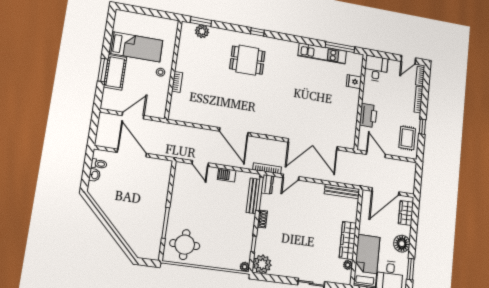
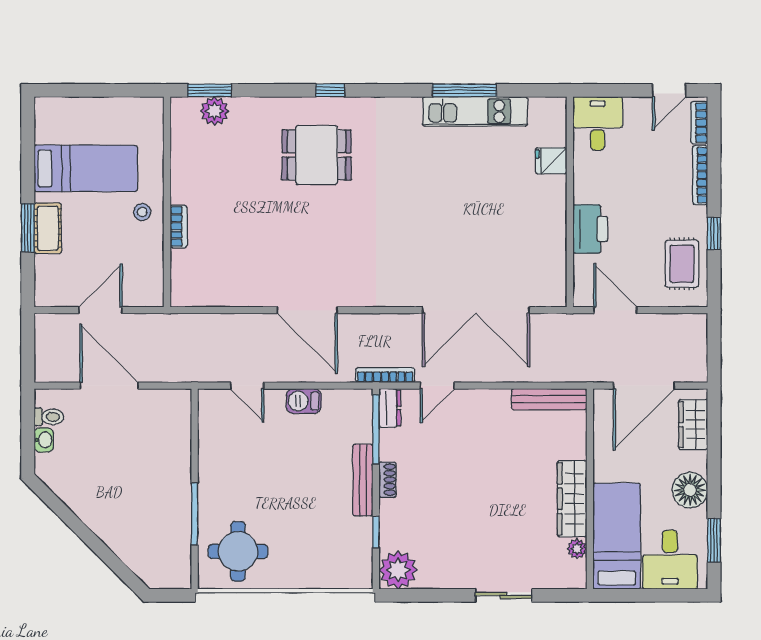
window: (340, 47) -> (465, 90), moved
cot: (115, 72) -> (48, 228), width x0.73, depth x0.75
bench: (253, 196) -> (363, 480), moved
plant: (245, 267) -> (363, 579), removed

